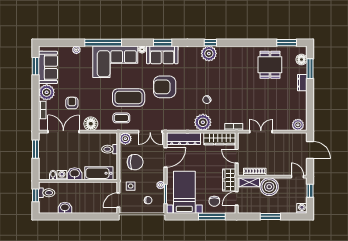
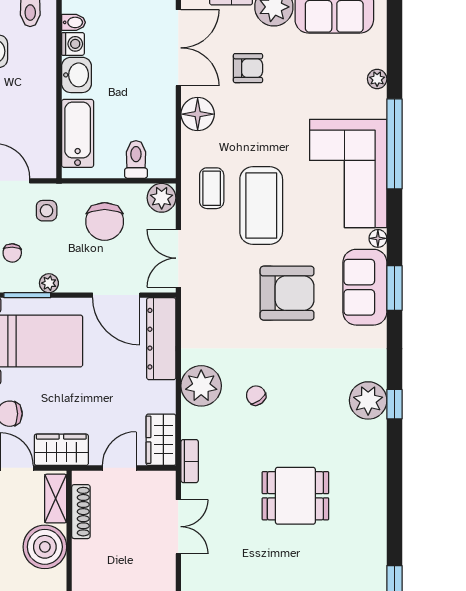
dining table: (270, 65) -> (295, 496), moved
armchair: (165, 87) -> (287, 293), turned 90
wardrobe: (220, 139) -> (161, 440), width x0.67

